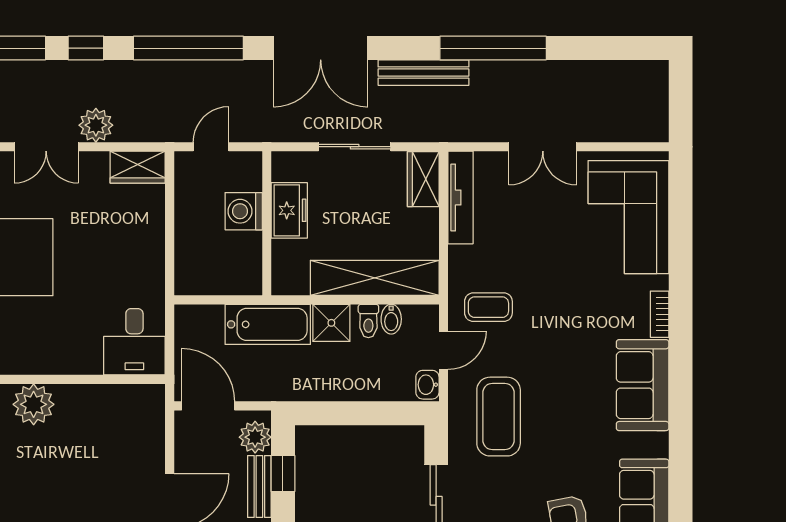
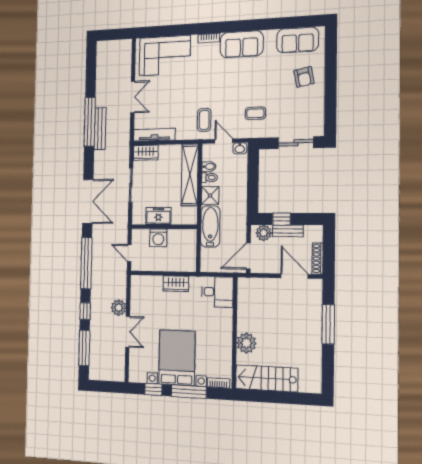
bench: (424, 73) -> (100, 129), moved
wardrobe: (138, 167) -> (176, 284), moved, turned 90
coffee table: (499, 417) -> (255, 113), width x0.54, depth x0.58

